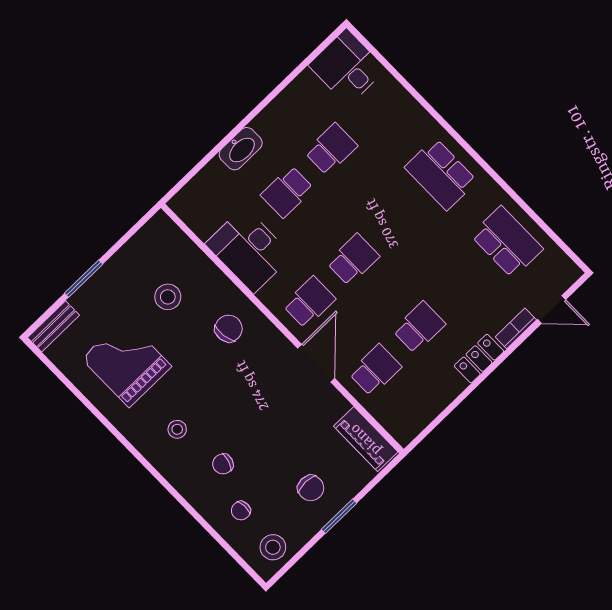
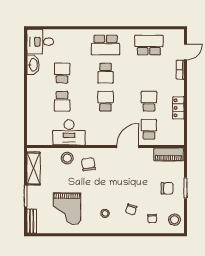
washbasin: (241, 149) -> (33, 65), moved
shelving: (139, 249) -> (34, 169), added
stool: (168, 297) -> (67, 158), moved
school desk: (309, 302) -> (106, 73), moved, turned 180
locker: (479, 359) -> (178, 108), moved
grand piano: (127, 362) -> (67, 209), turned -90
door: (316, 363) -> (128, 147), hinge flipped

